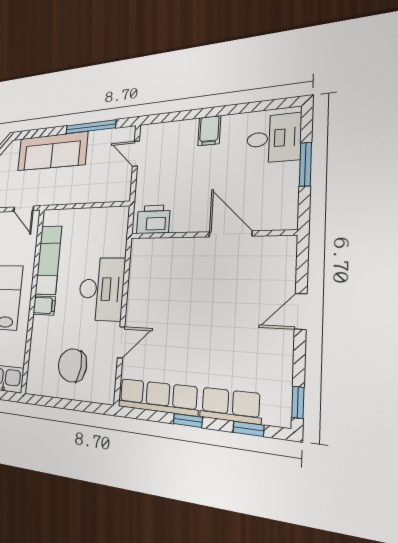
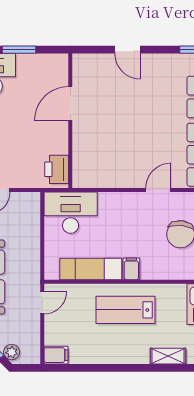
desk: (101, 289) -> (71, 213), moved
door: (121, 342) -> (158, 190), hinge flipped

